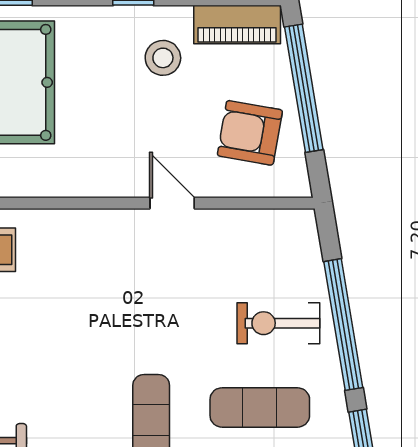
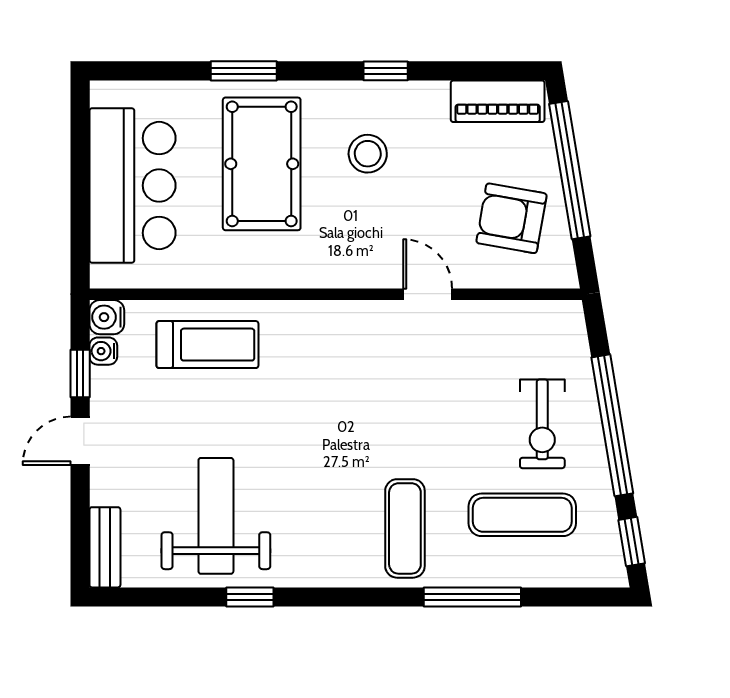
stool: (163, 58) -> (368, 154), moved
exercise bike: (278, 323) -> (542, 424), turned -90

